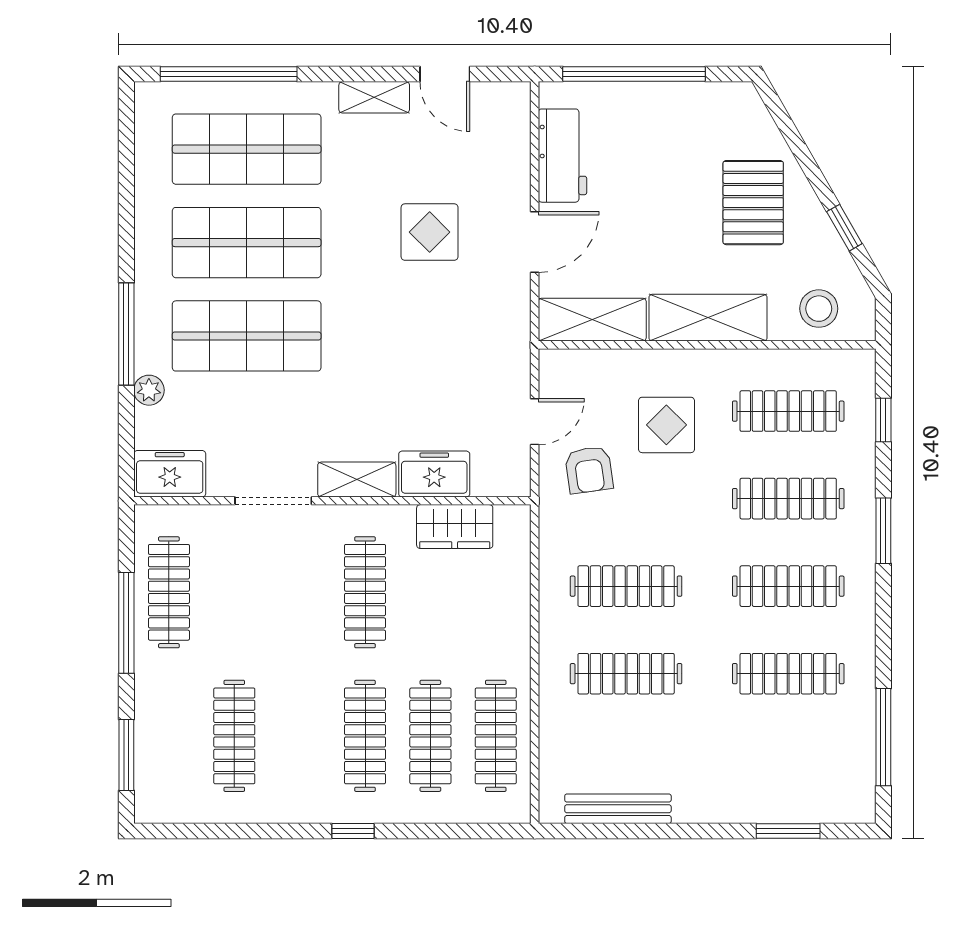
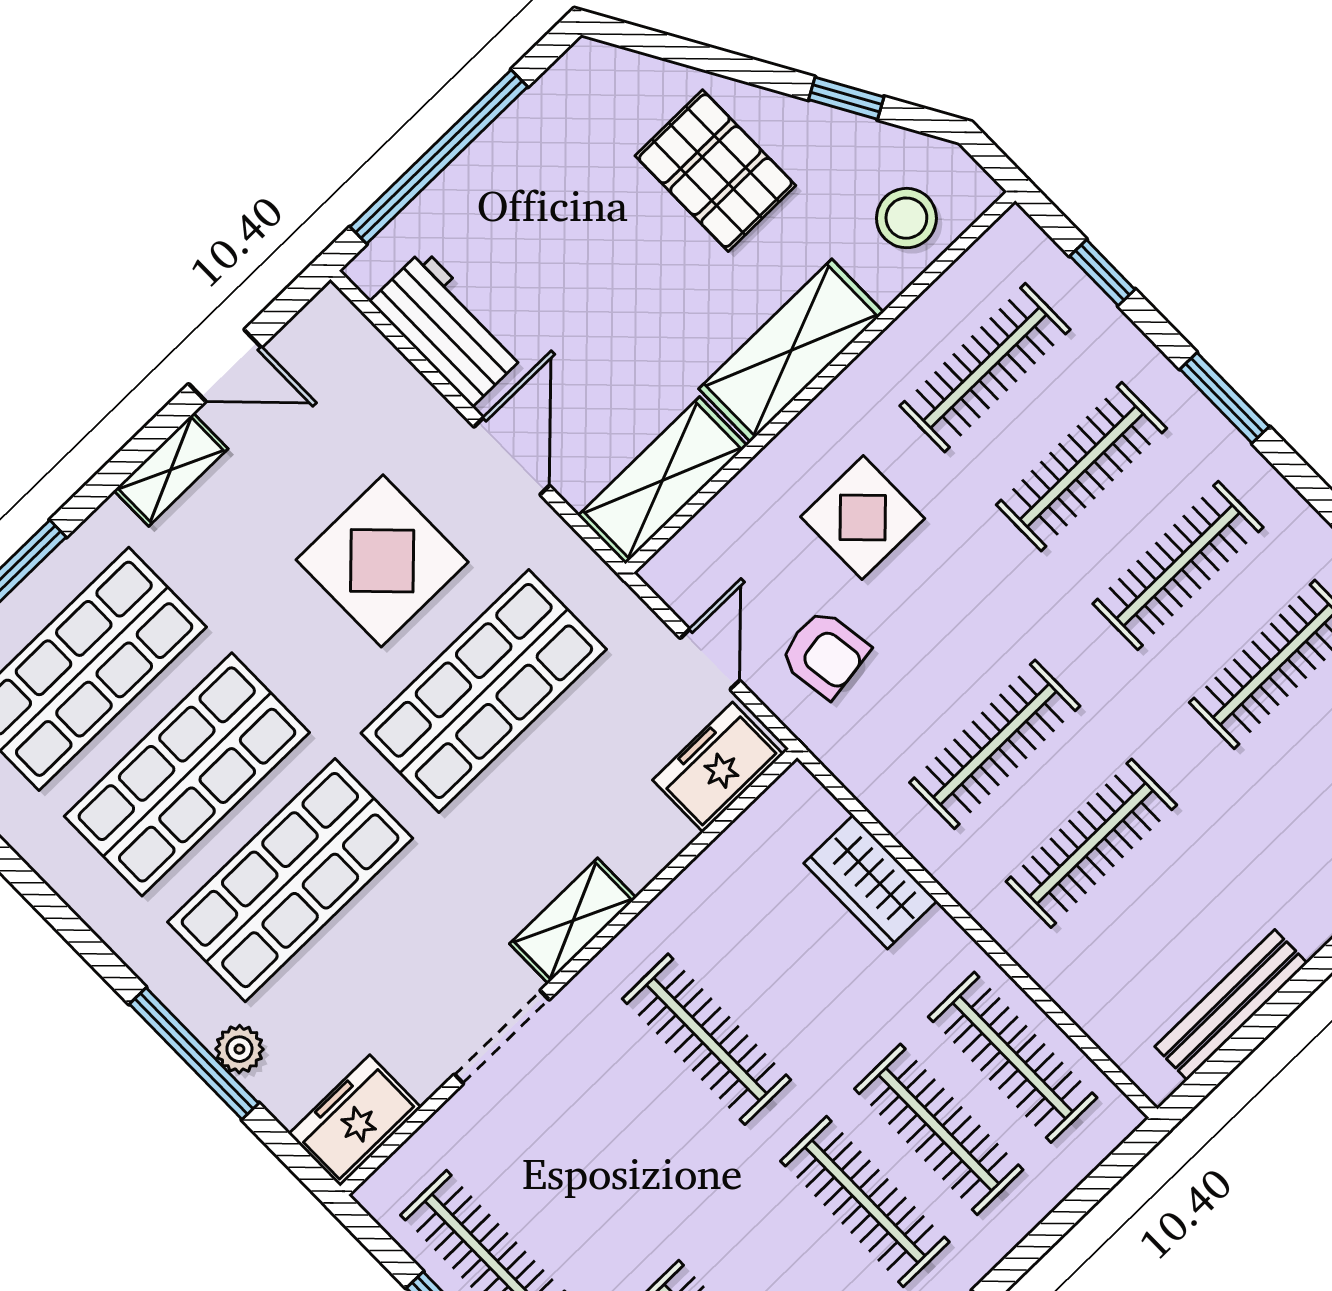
display table: (430, 232) -> (382, 561), width x1.36, depth x1.36
window: (126, 334) -> (194, 1054), moved
shop shelf: (418, 336) -> (484, 691), added
freezer: (434, 474) -> (718, 767), moved
wardrobe: (455, 527) -> (870, 882), moved, turned 90

